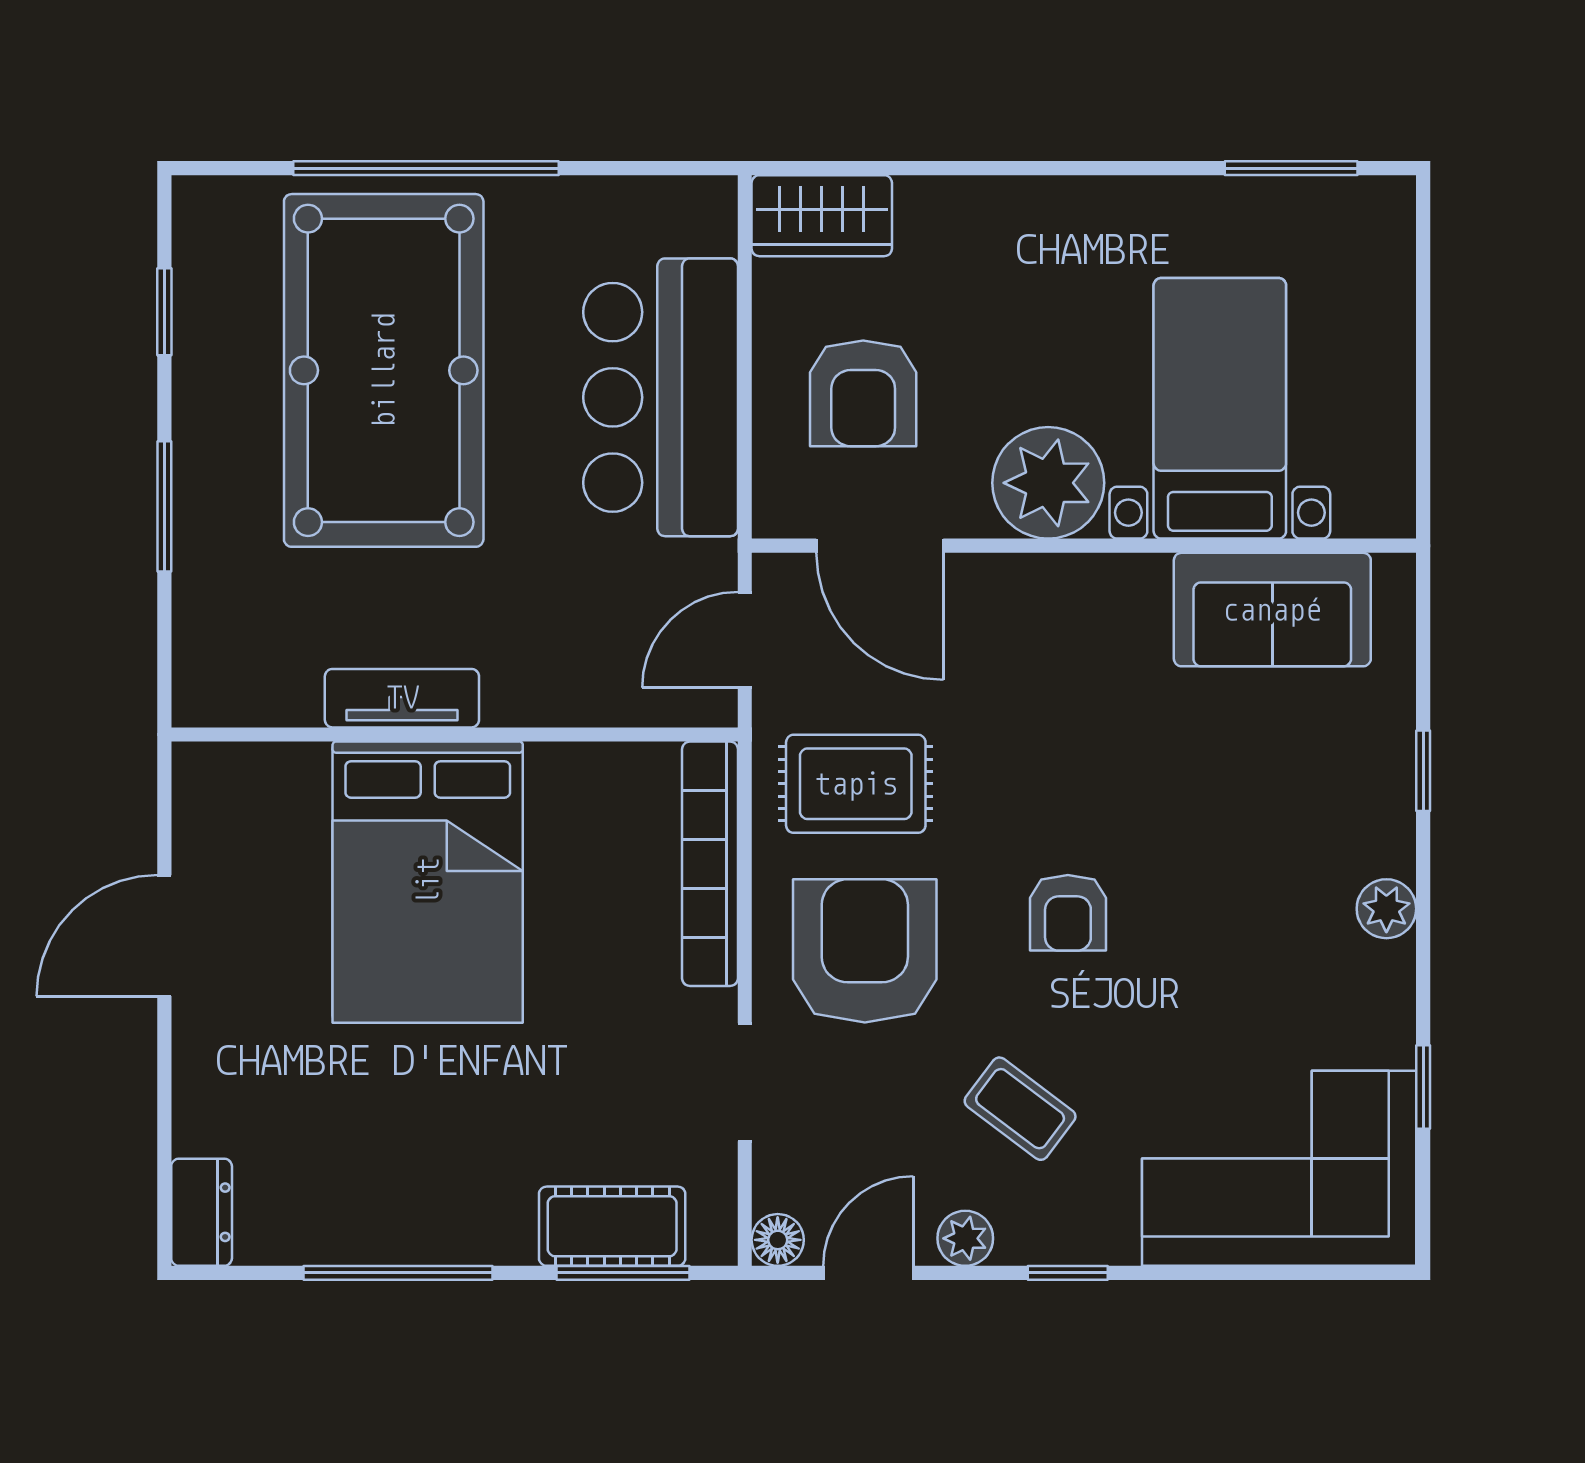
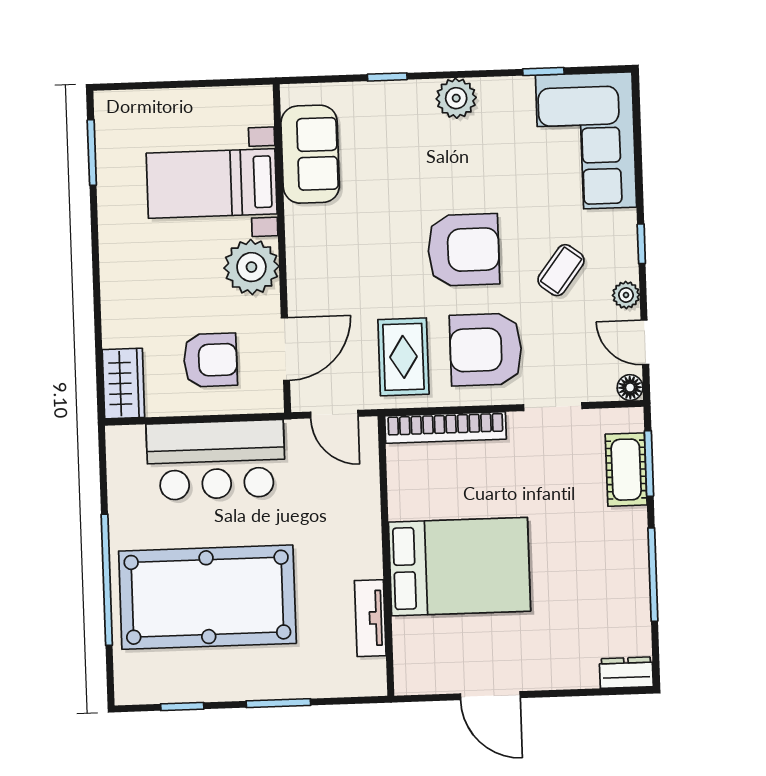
tv unit: (402, 698) -> (370, 618), moved
plant: (1386, 909) -> (456, 98), width x1.38, depth x1.38
armchair: (1068, 913) -> (463, 250), width x1.88, depth x1.88

